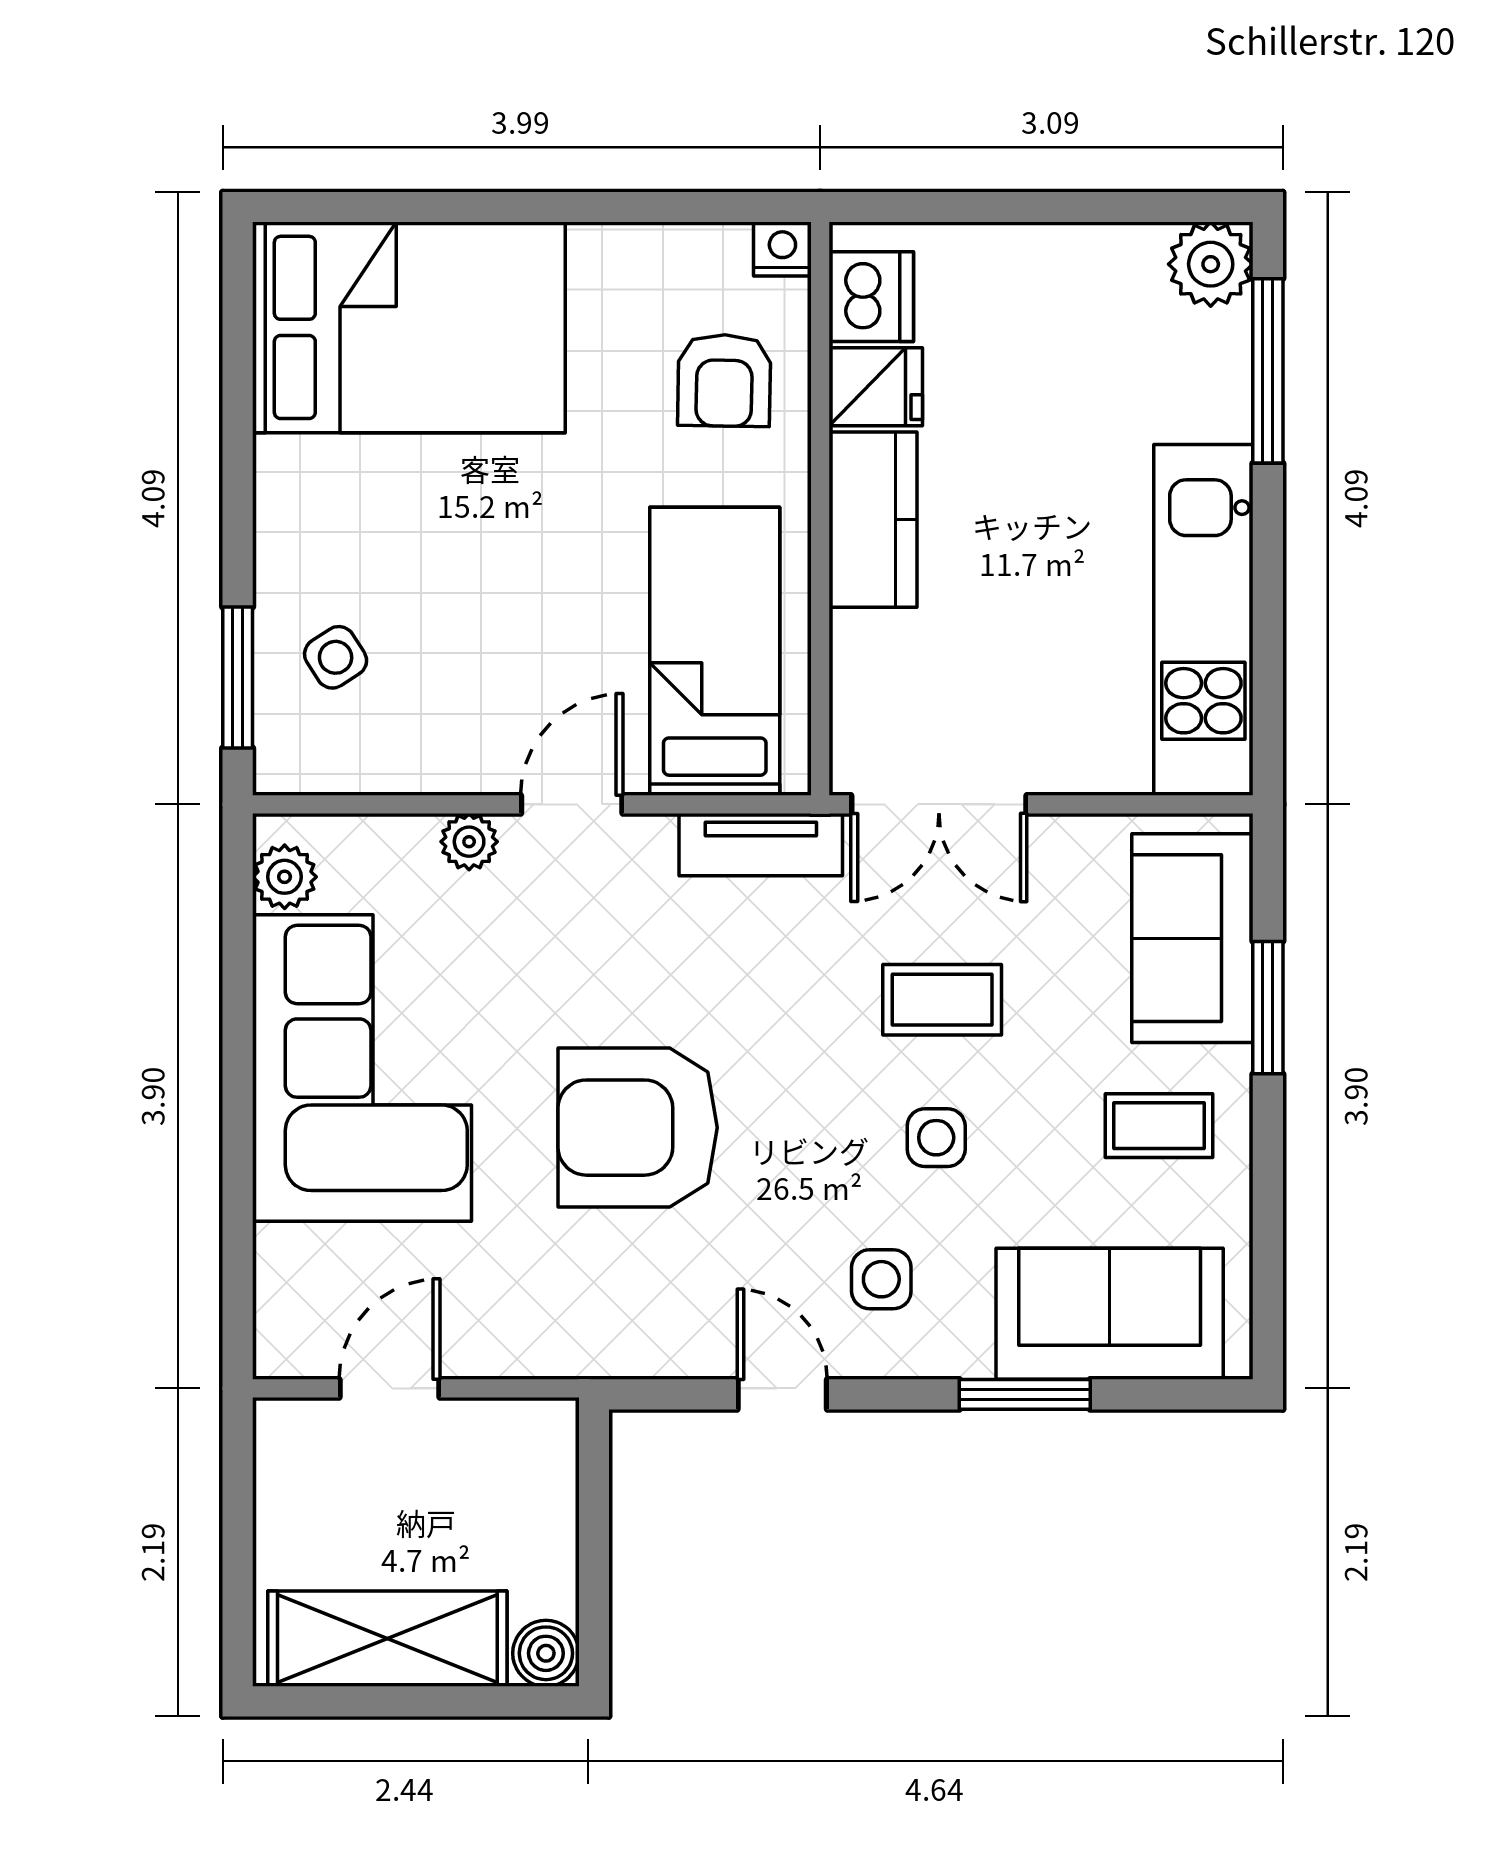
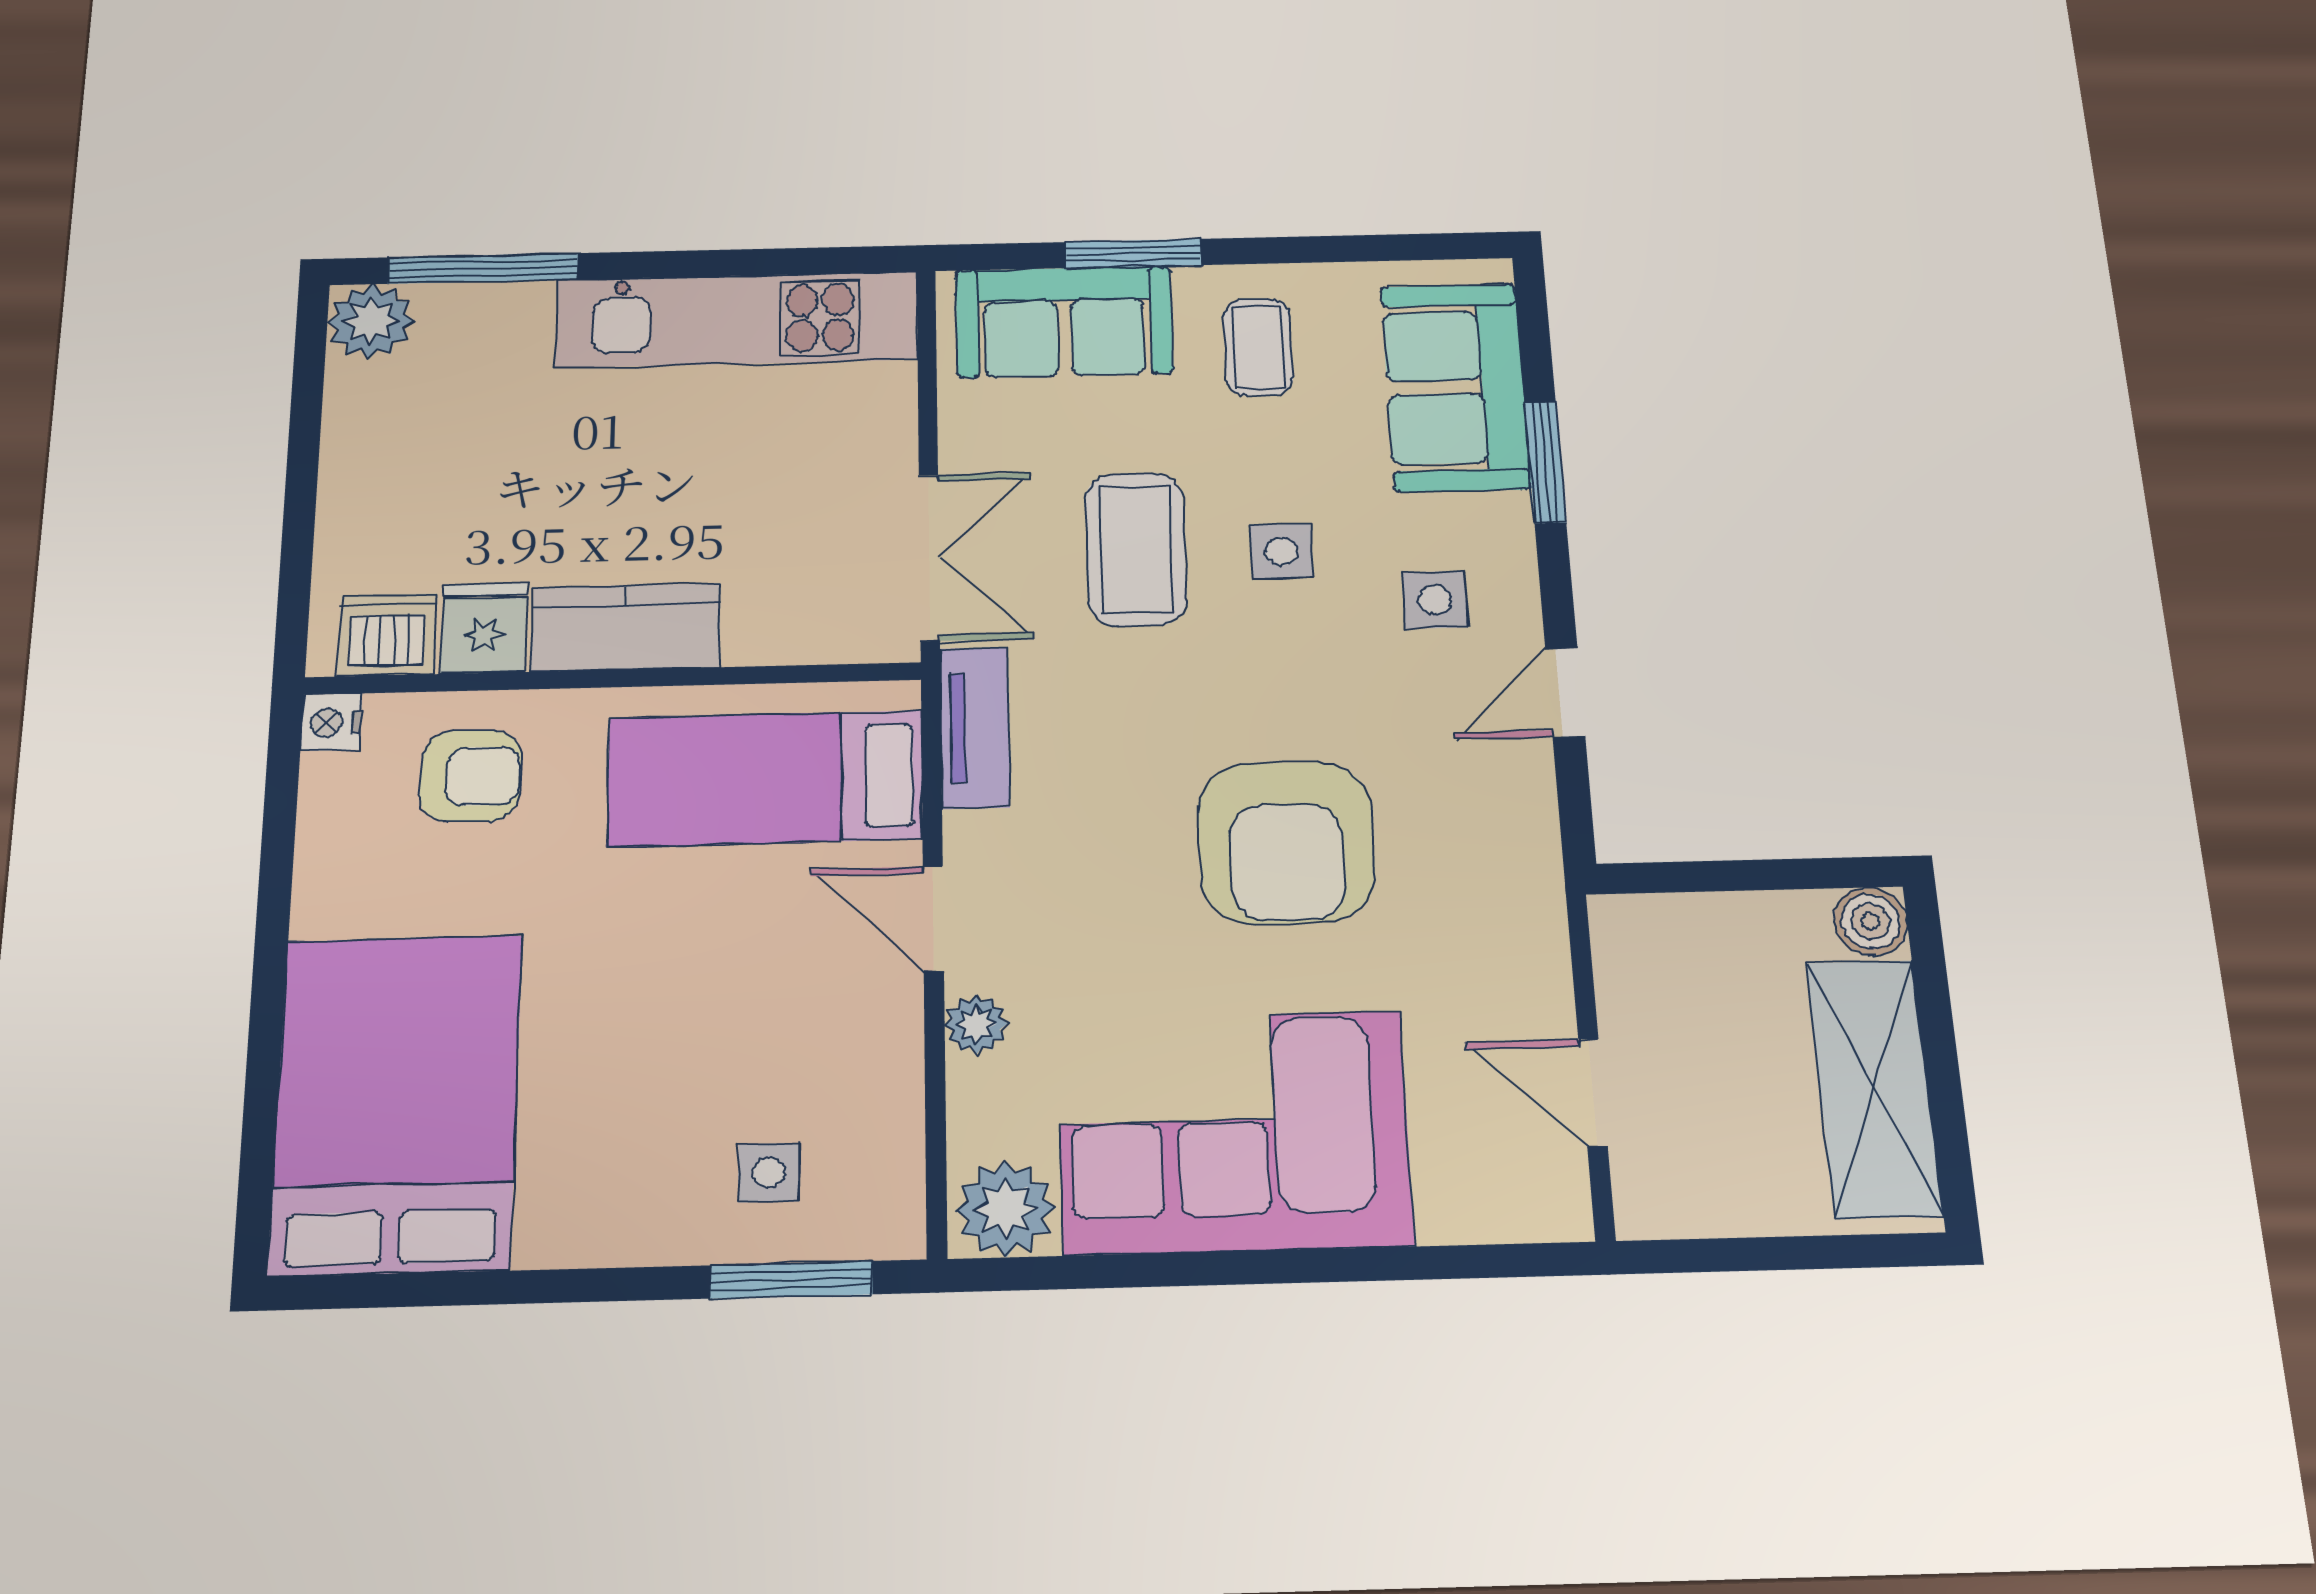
side table: (336, 657) -> (769, 1173), turned 33
plant: (285, 877) -> (1005, 1209), width x1.38, depth x1.38
coffee table: (942, 1000) -> (1136, 549), width x1.36, depth x1.30

